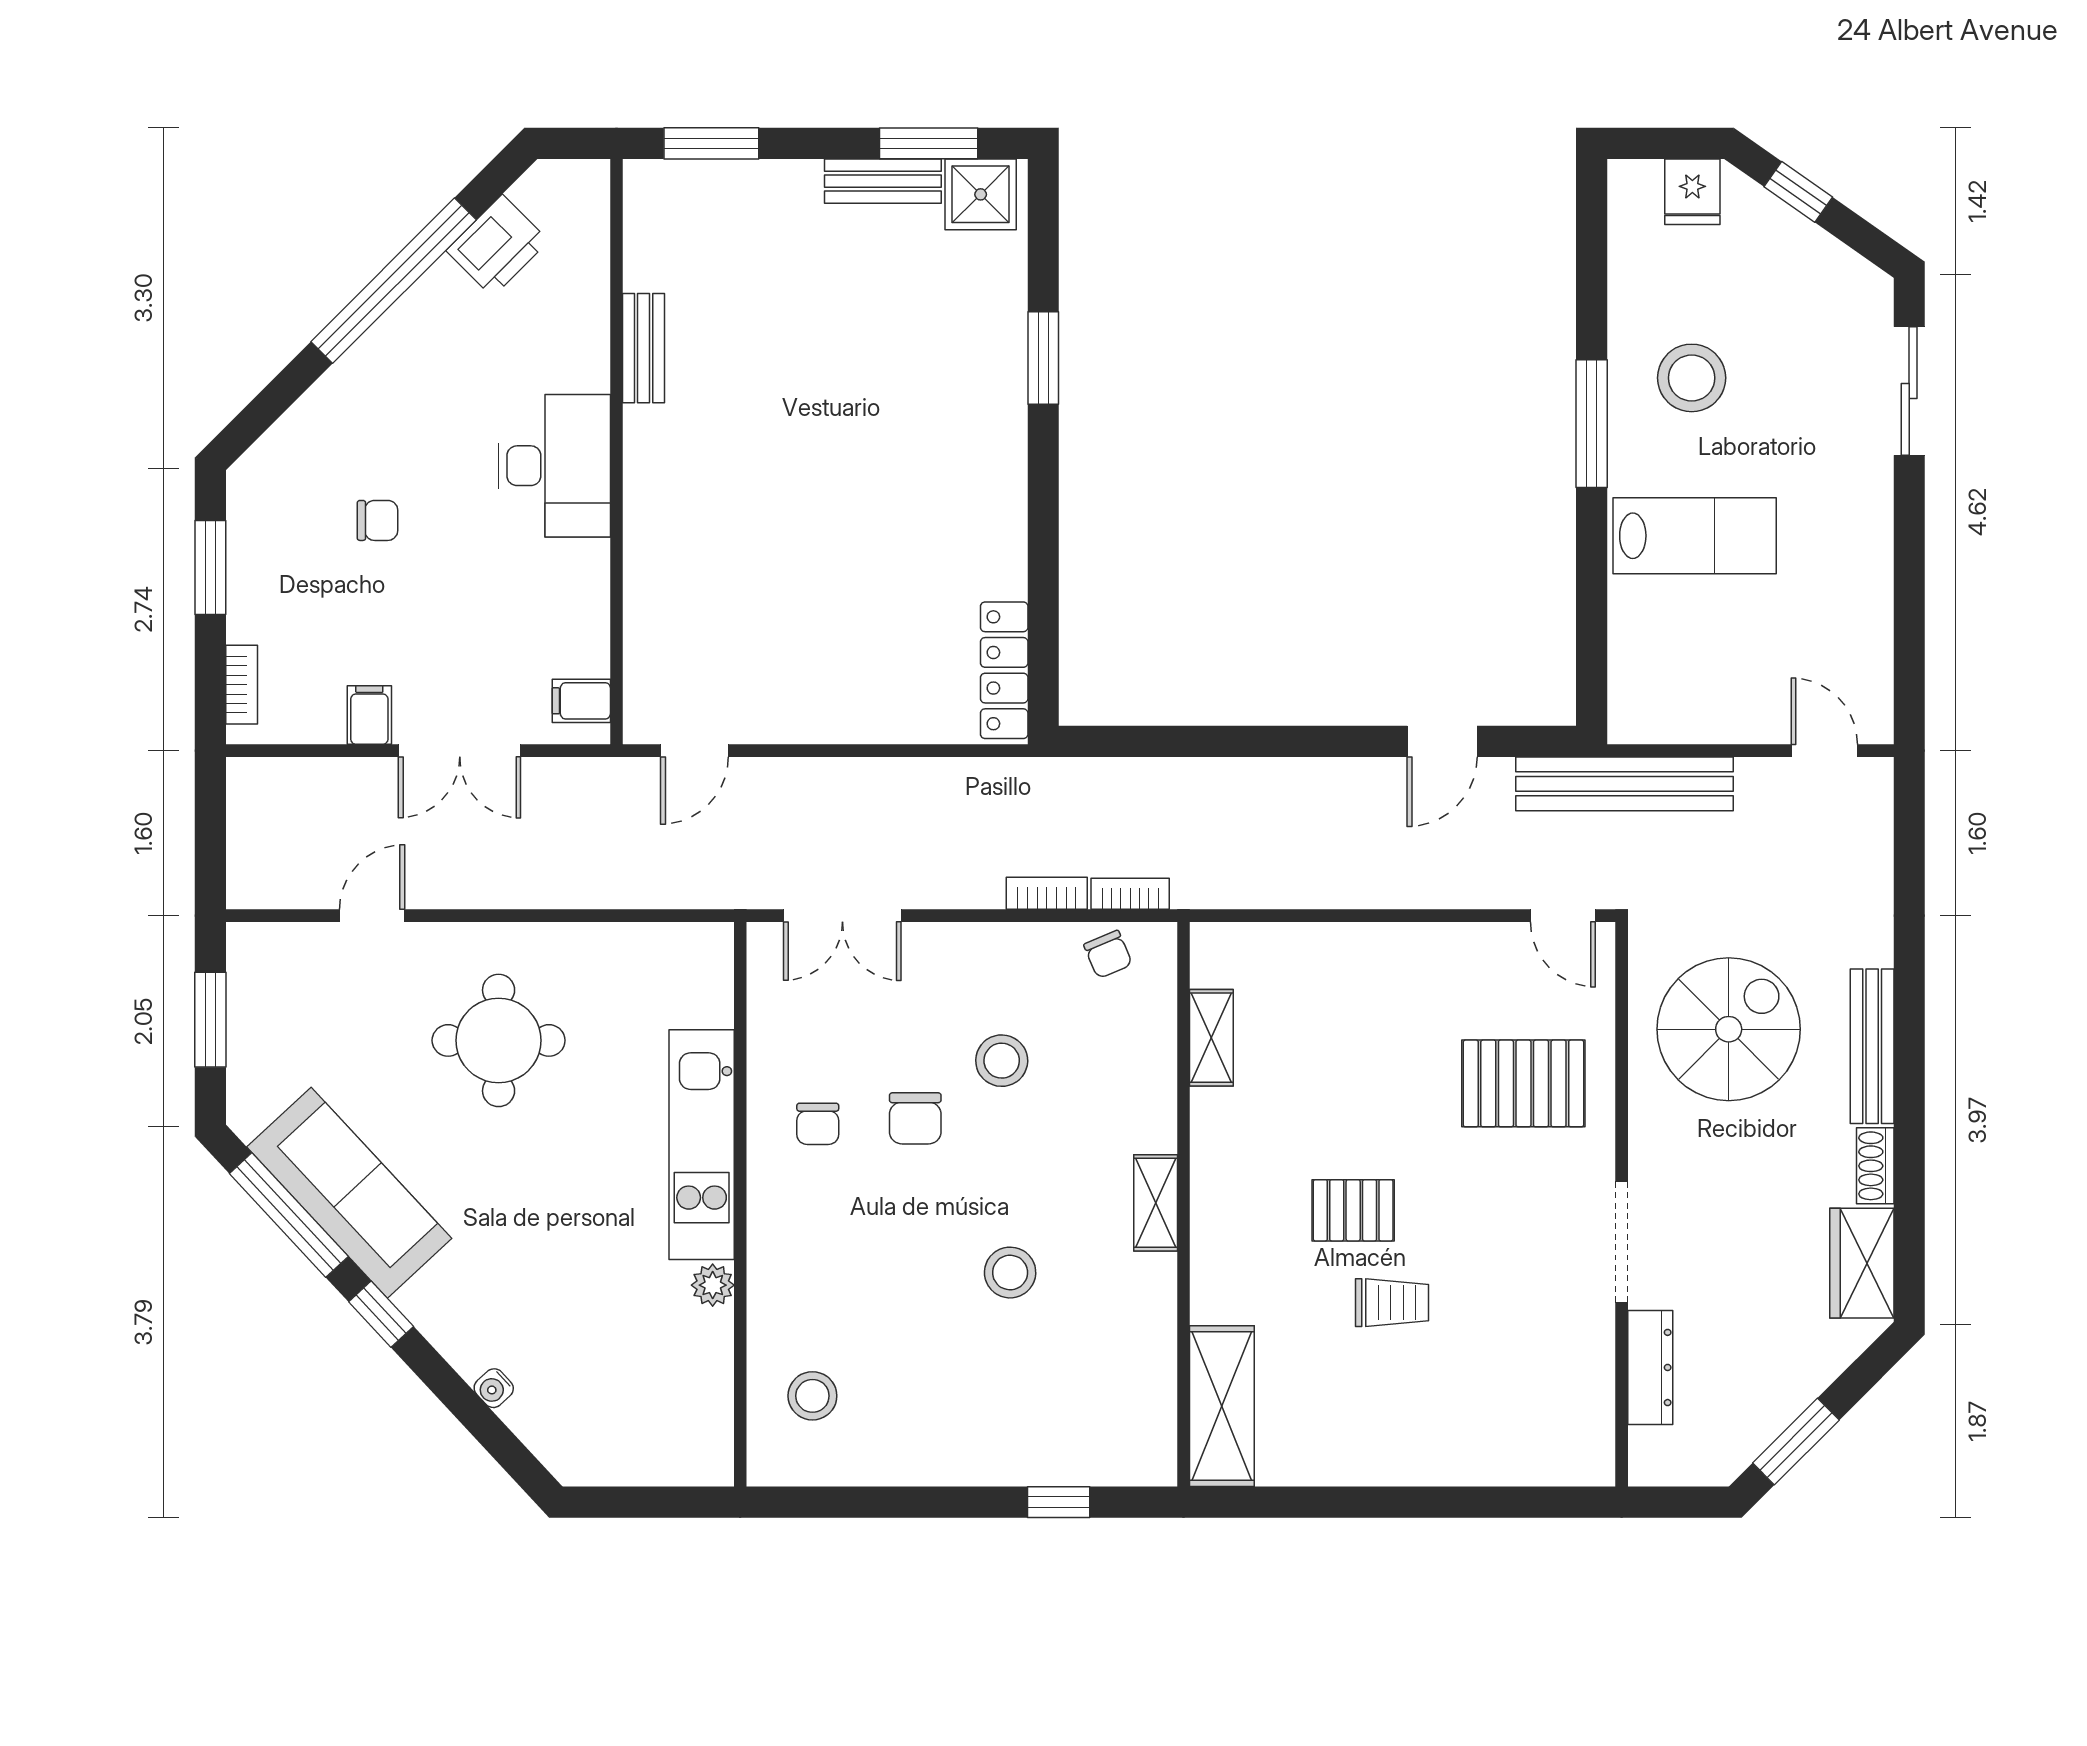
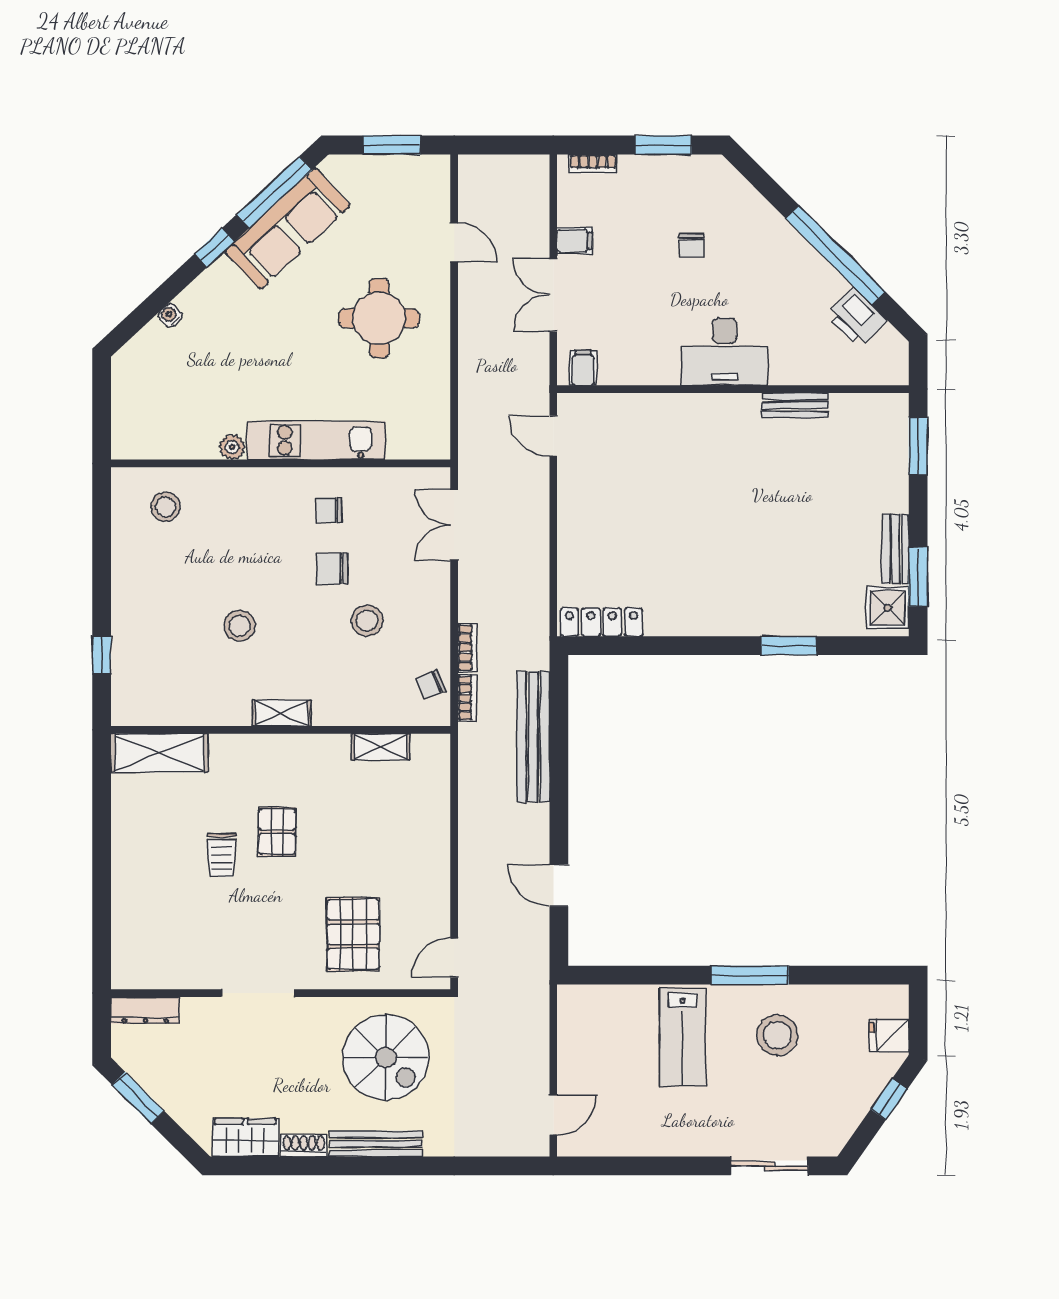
bench: (1624, 784) -> (533, 737), moved
dresser: (1650, 1367) -> (145, 1010), moved

